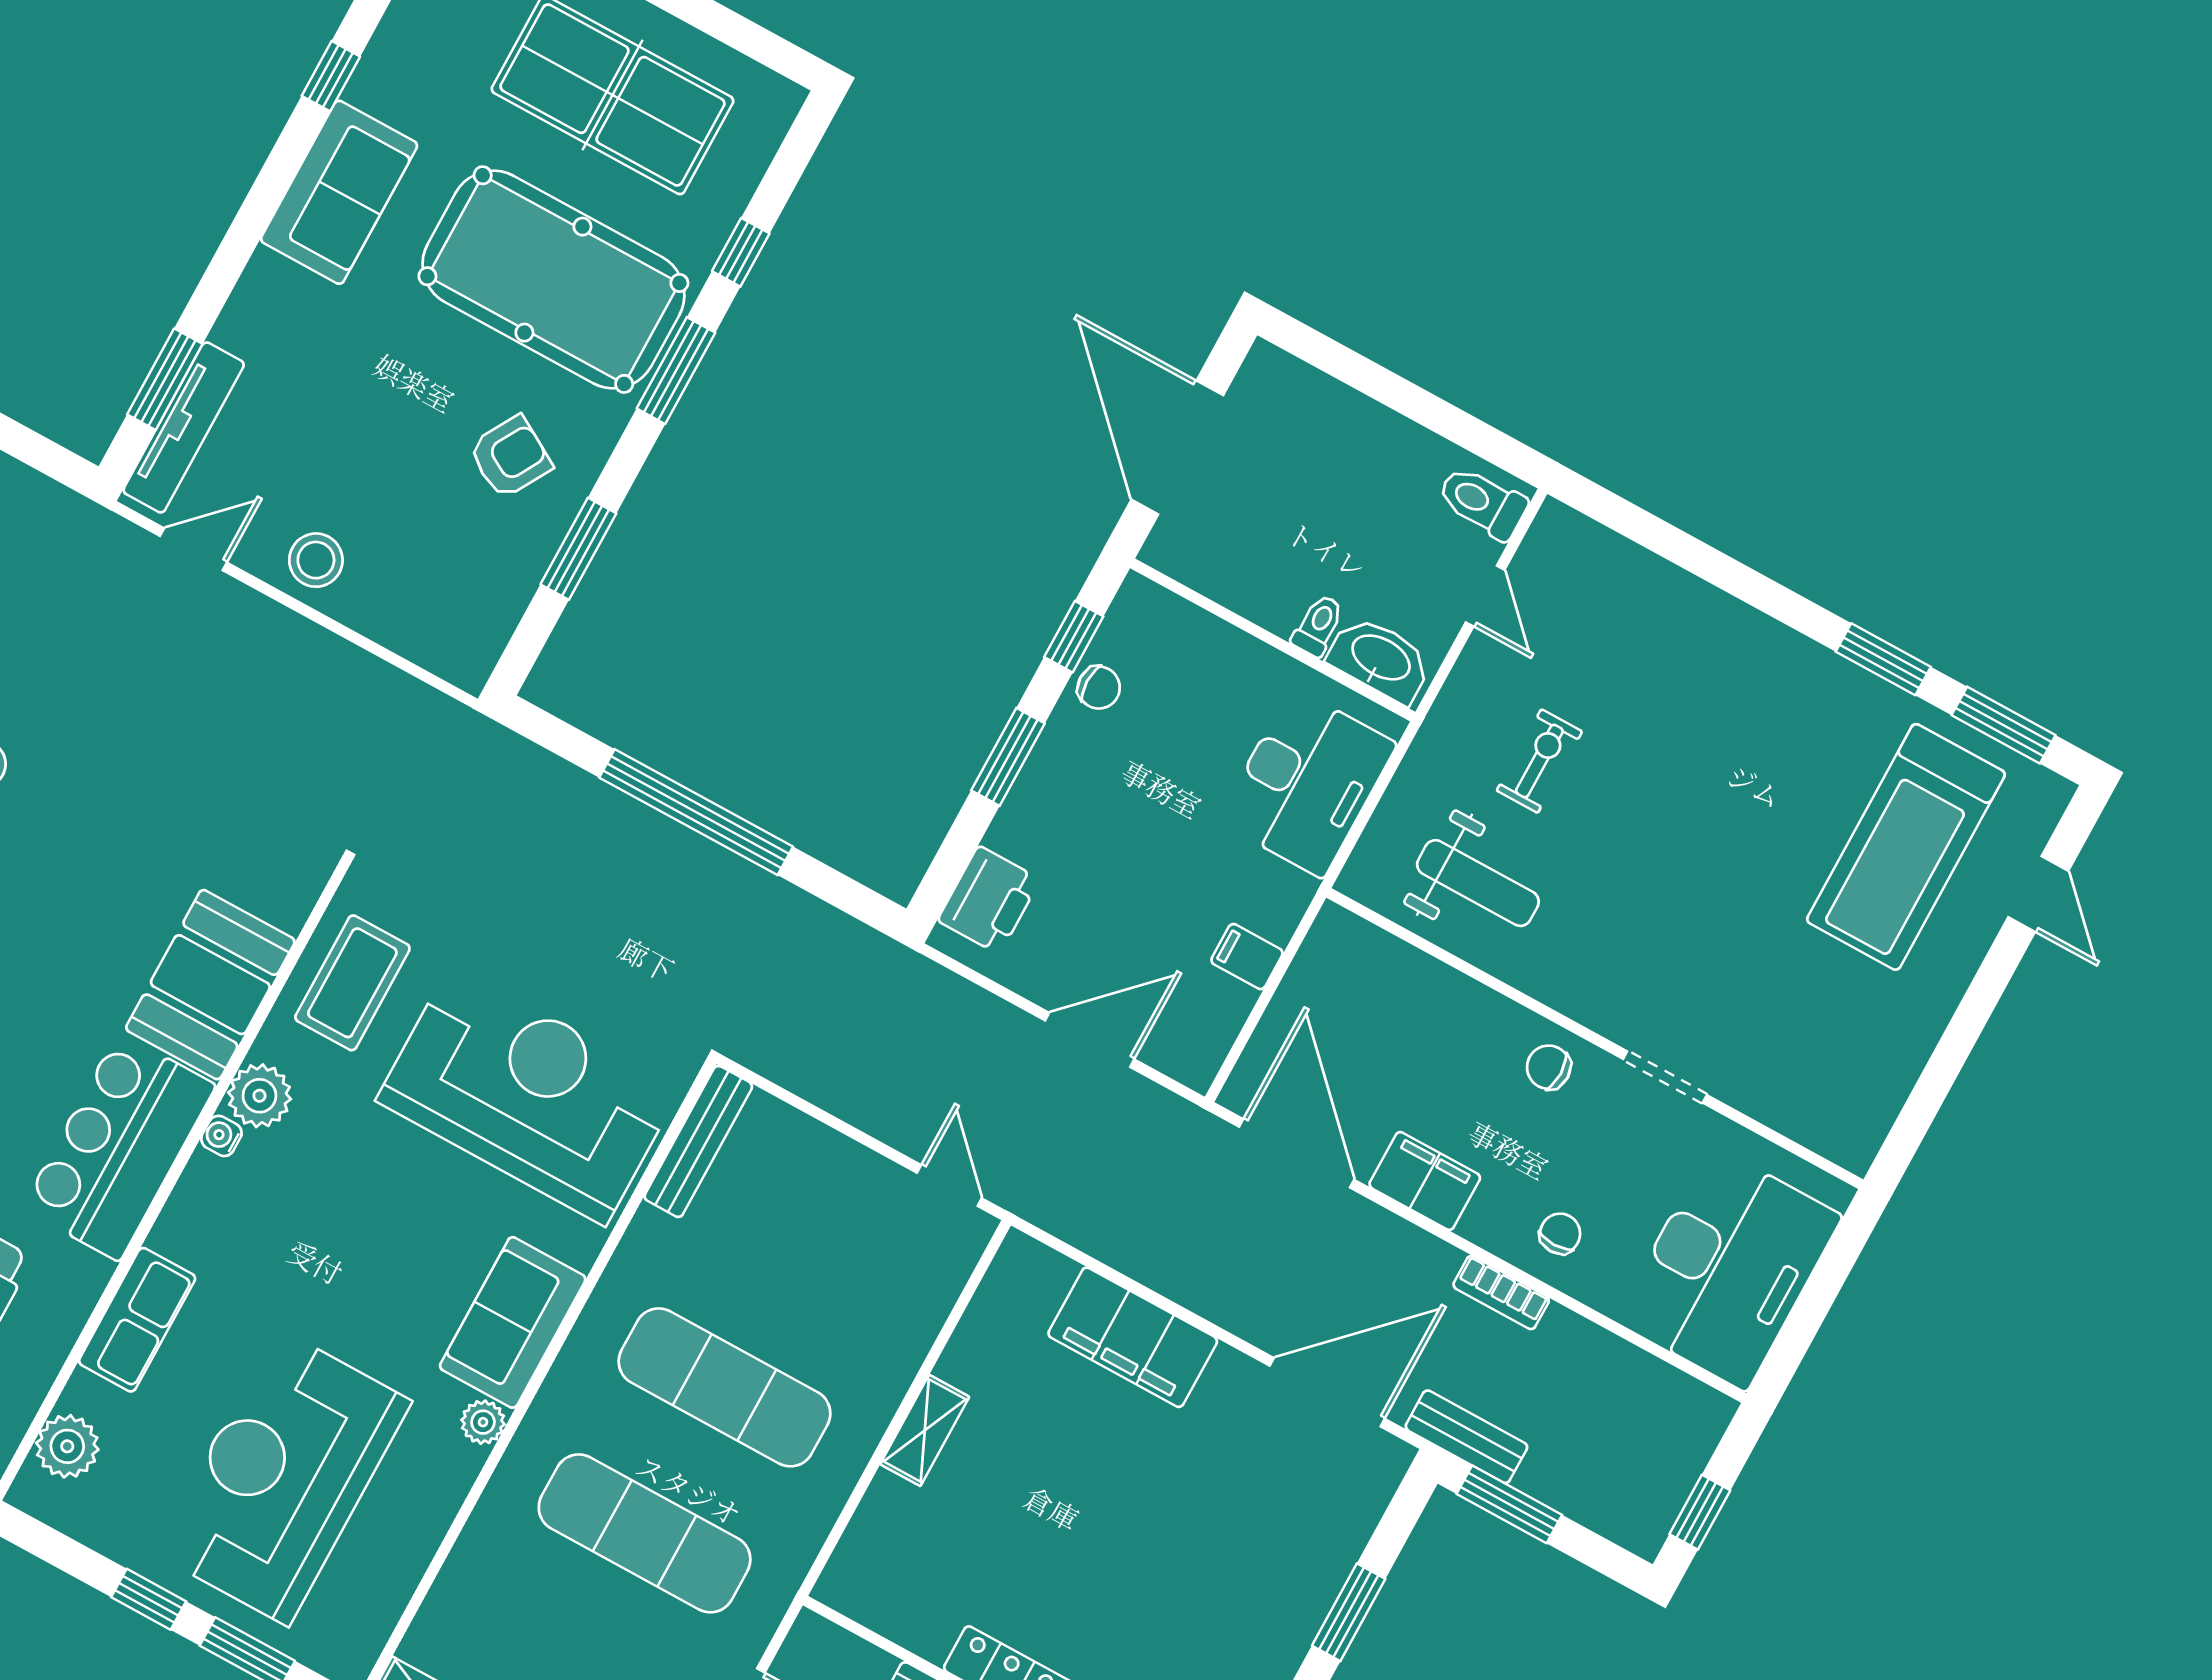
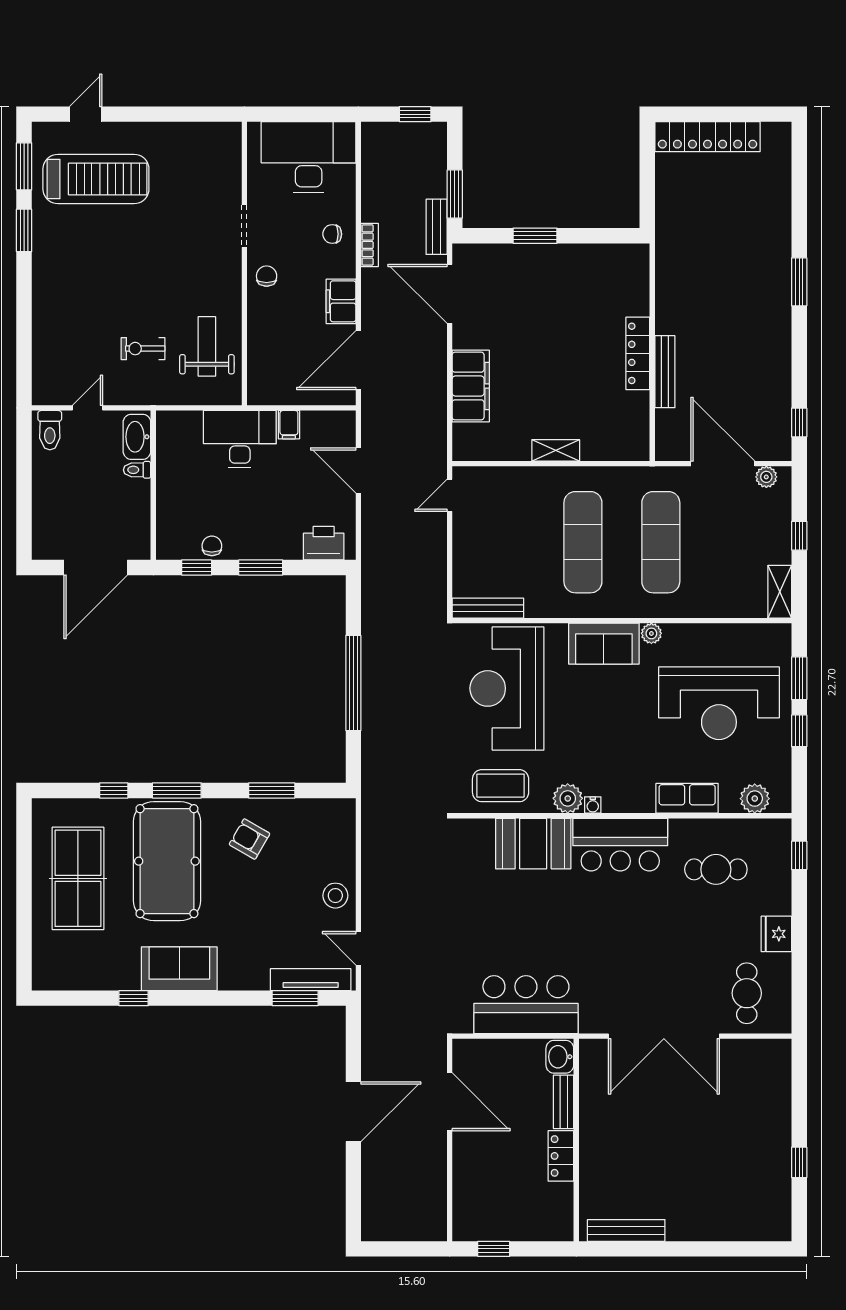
desk: (1307, 782) -> (240, 439), moved
chair: (1549, 1067) -> (267, 276), turned 180

